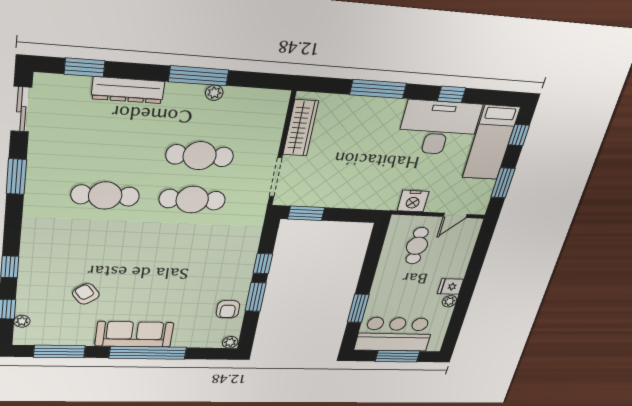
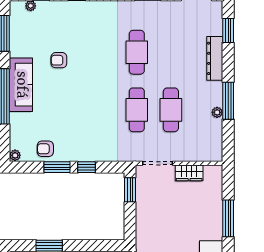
wardrobe: (301, 128) -> (189, 173), width x0.67
armchair: (86, 294) -> (59, 60), moved, turned -143

